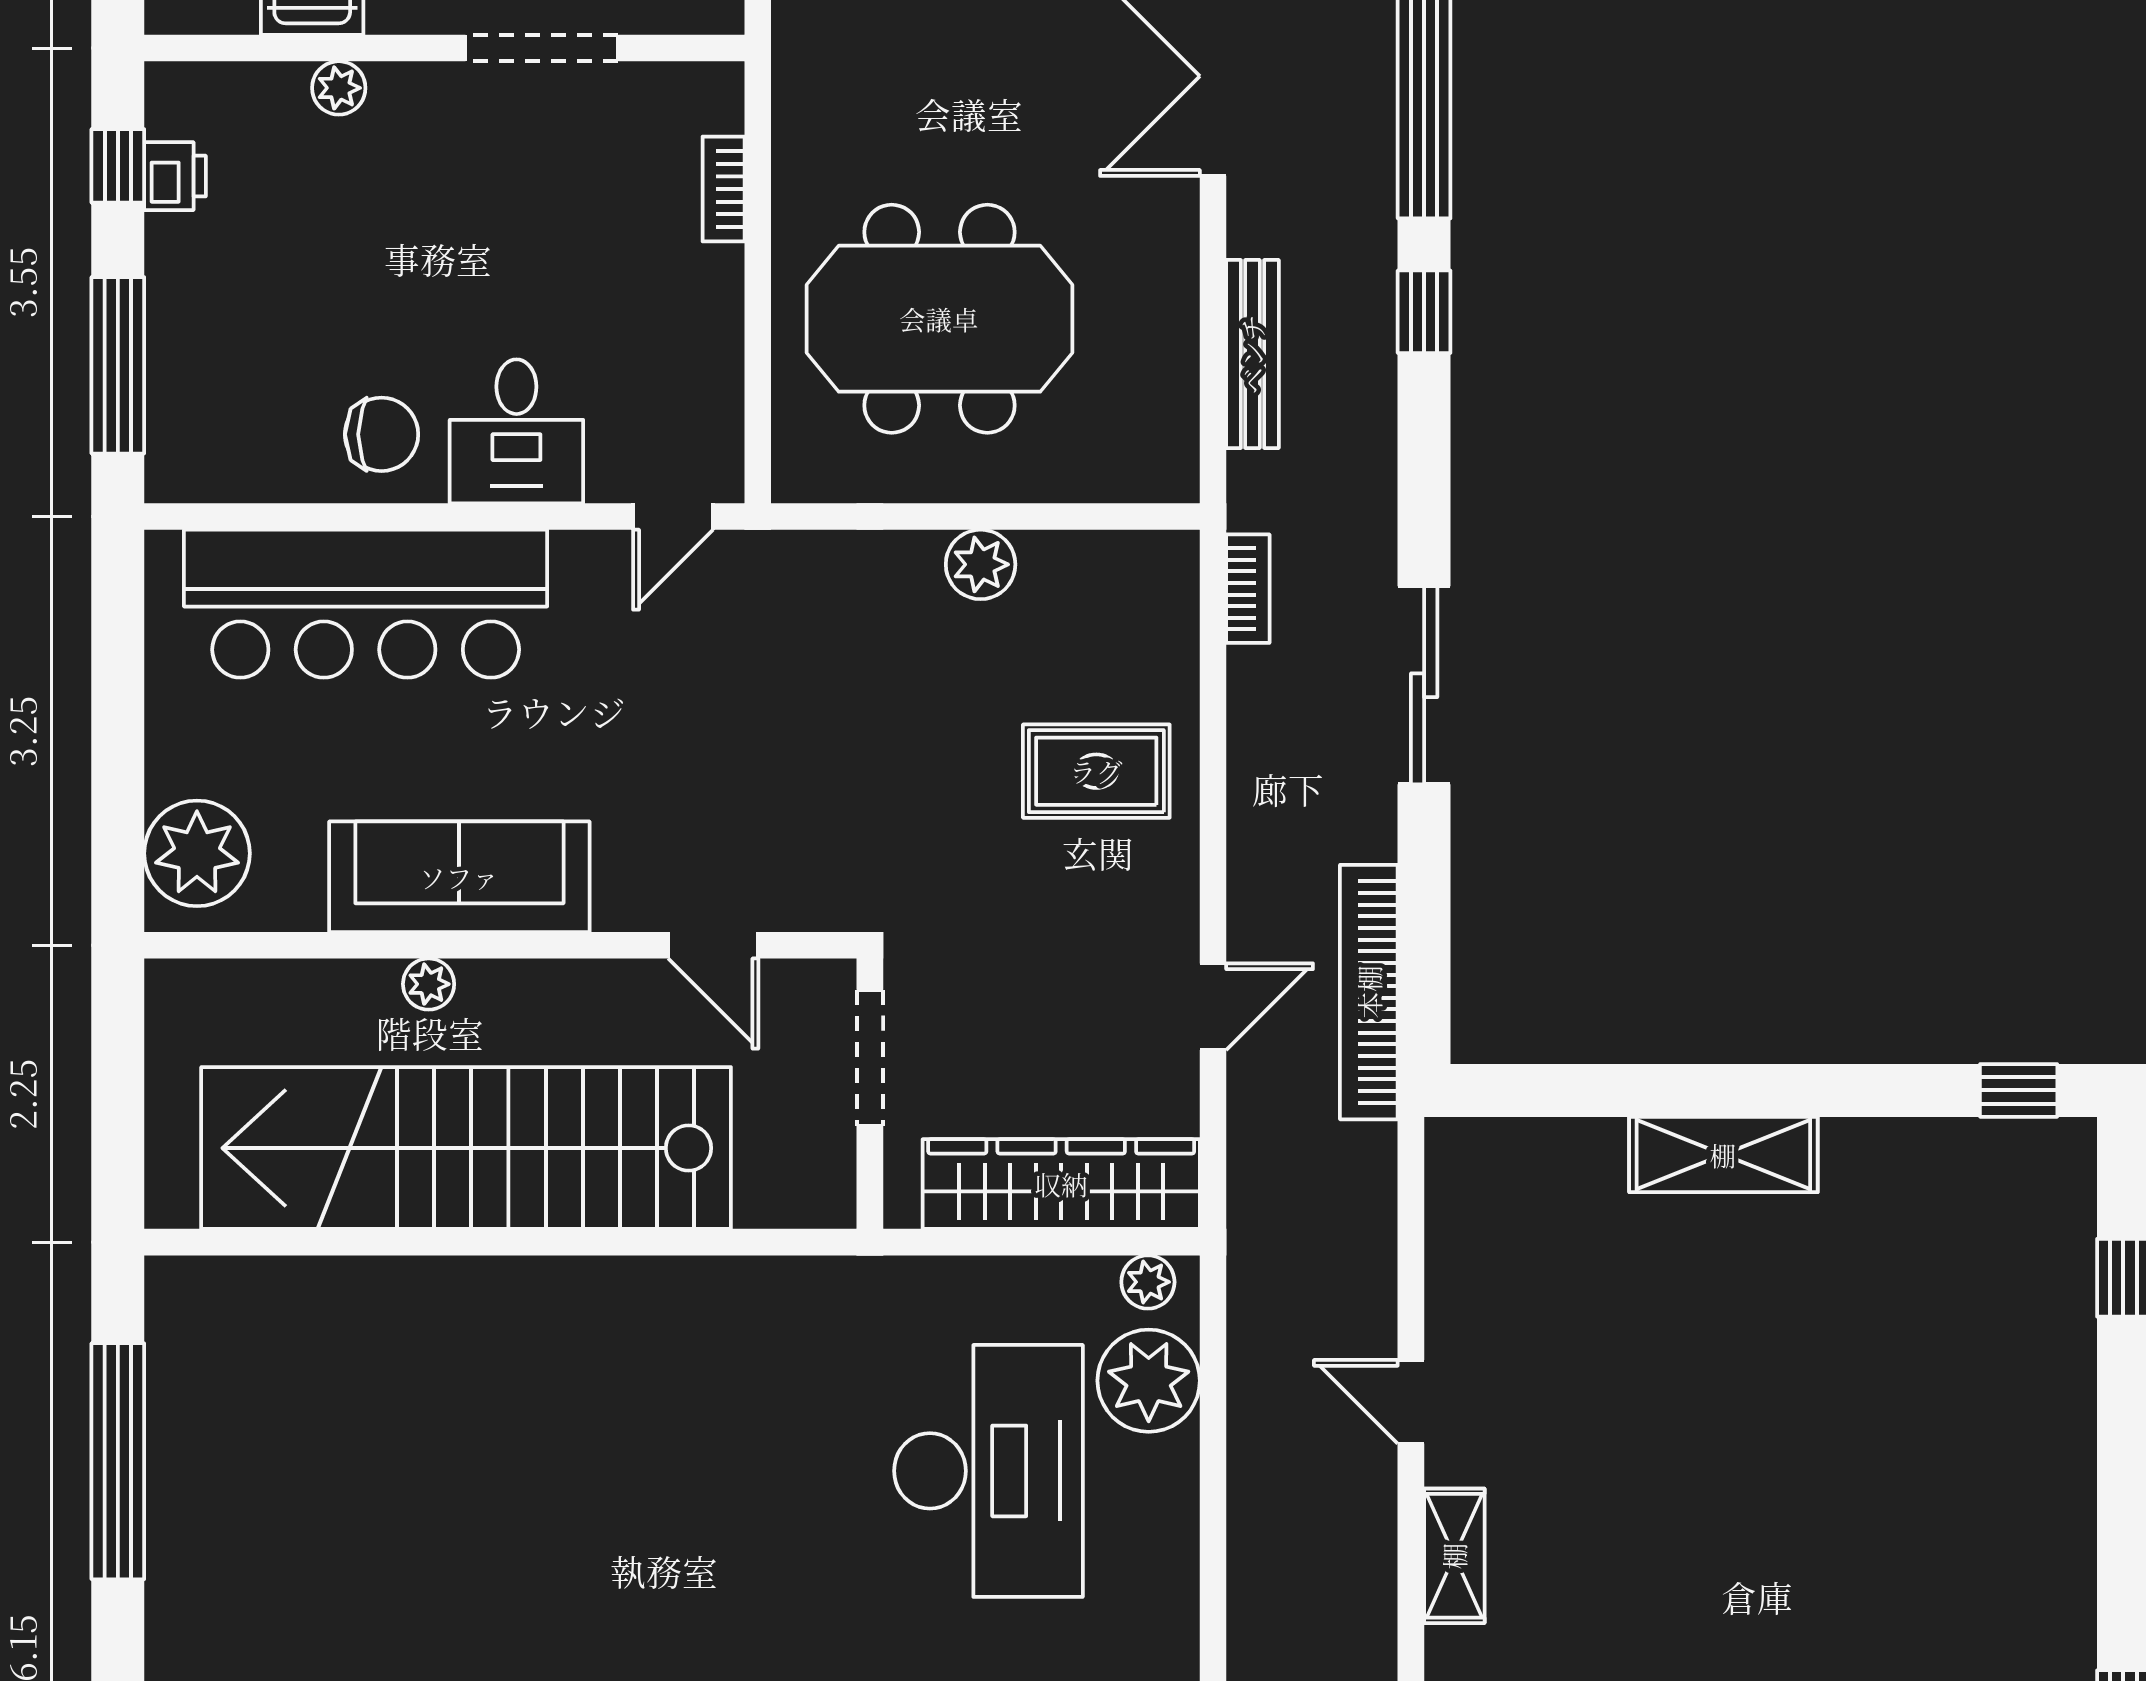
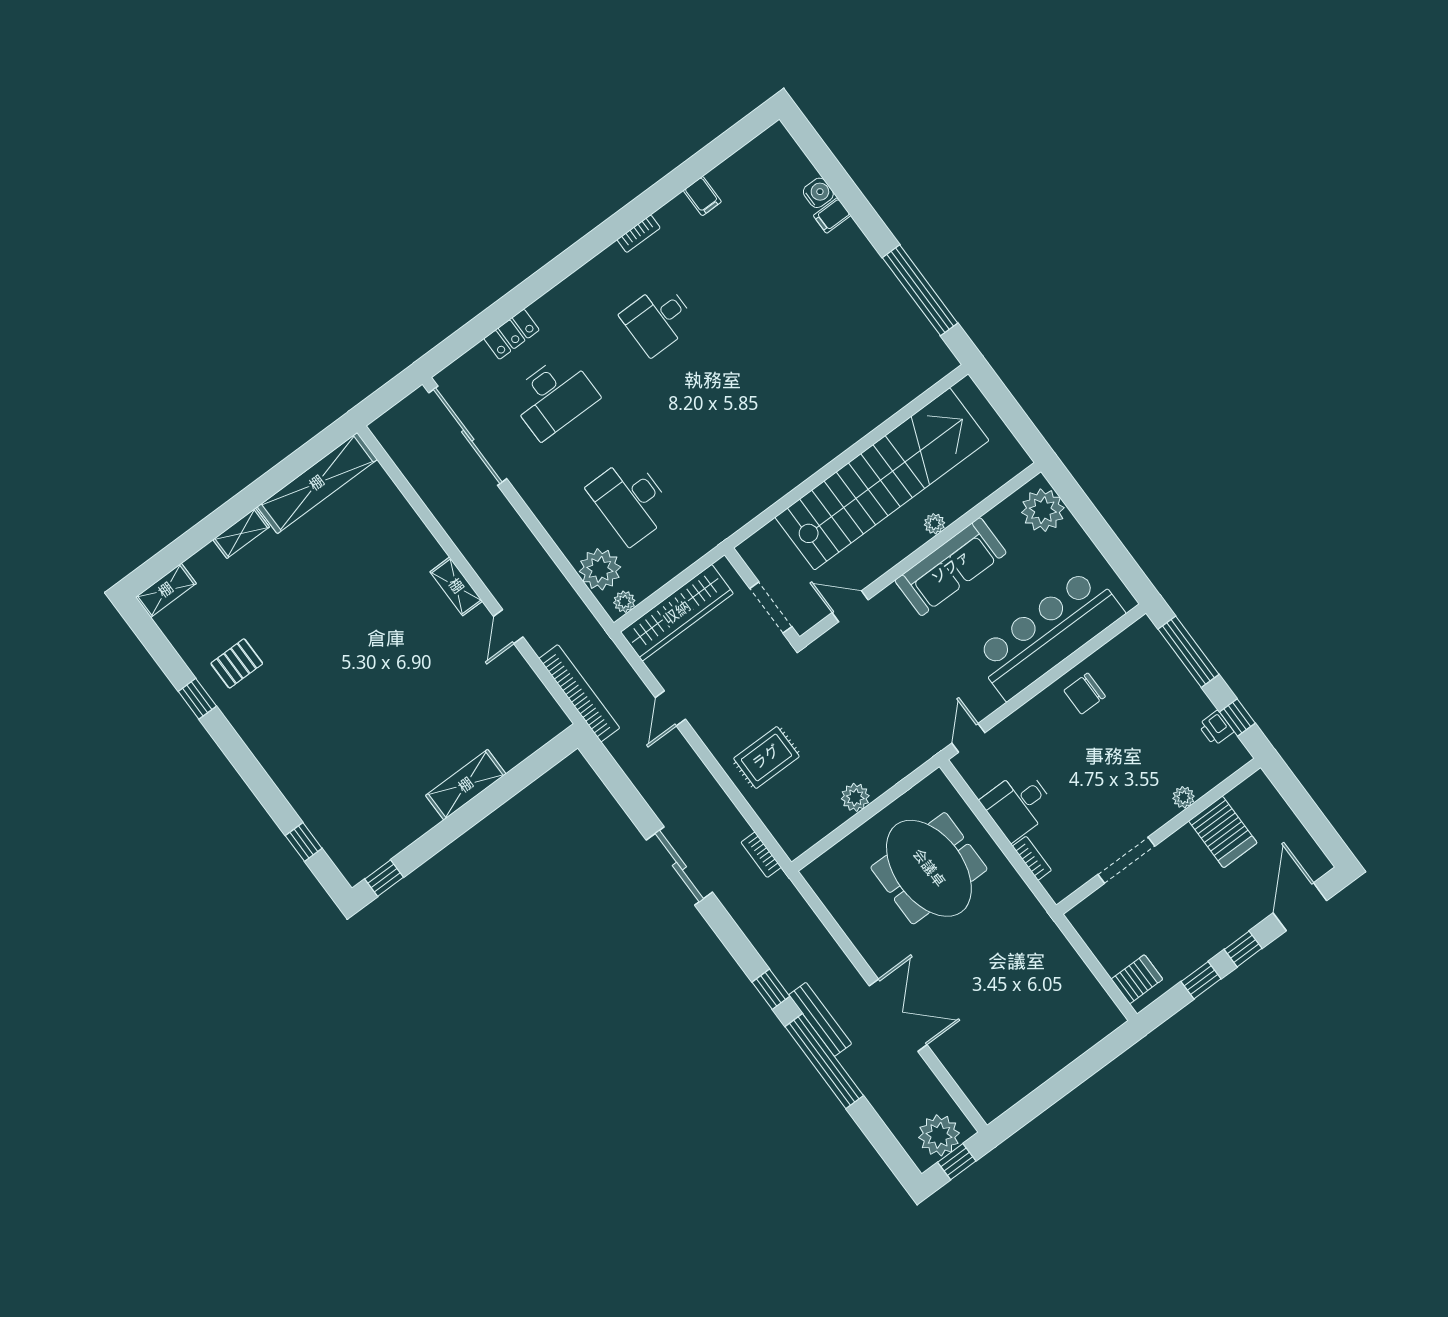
meeting table: (939, 319) -> (929, 868), turned 90
bench: (1252, 354) -> (820, 1019), moved
desk: (516, 431) -> (1018, 805), moved, turned -90
bookcase: (1369, 992) -> (579, 693), moved
door: (1411, 1402) -> (508, 627), swing flipped
desk: (988, 1471) -> (631, 500), width x0.73, depth x0.77

